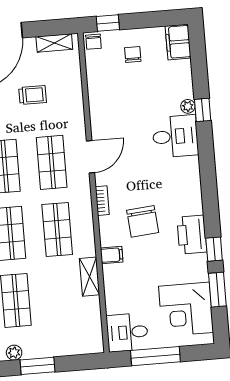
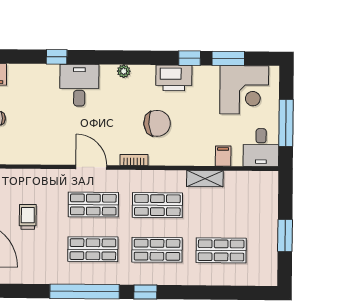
plant: (188, 106) -> (124, 71), moved
filing cabinet: (112, 255) -> (223, 156), moved
plant: (14, 353) -> (270, 257), removed

